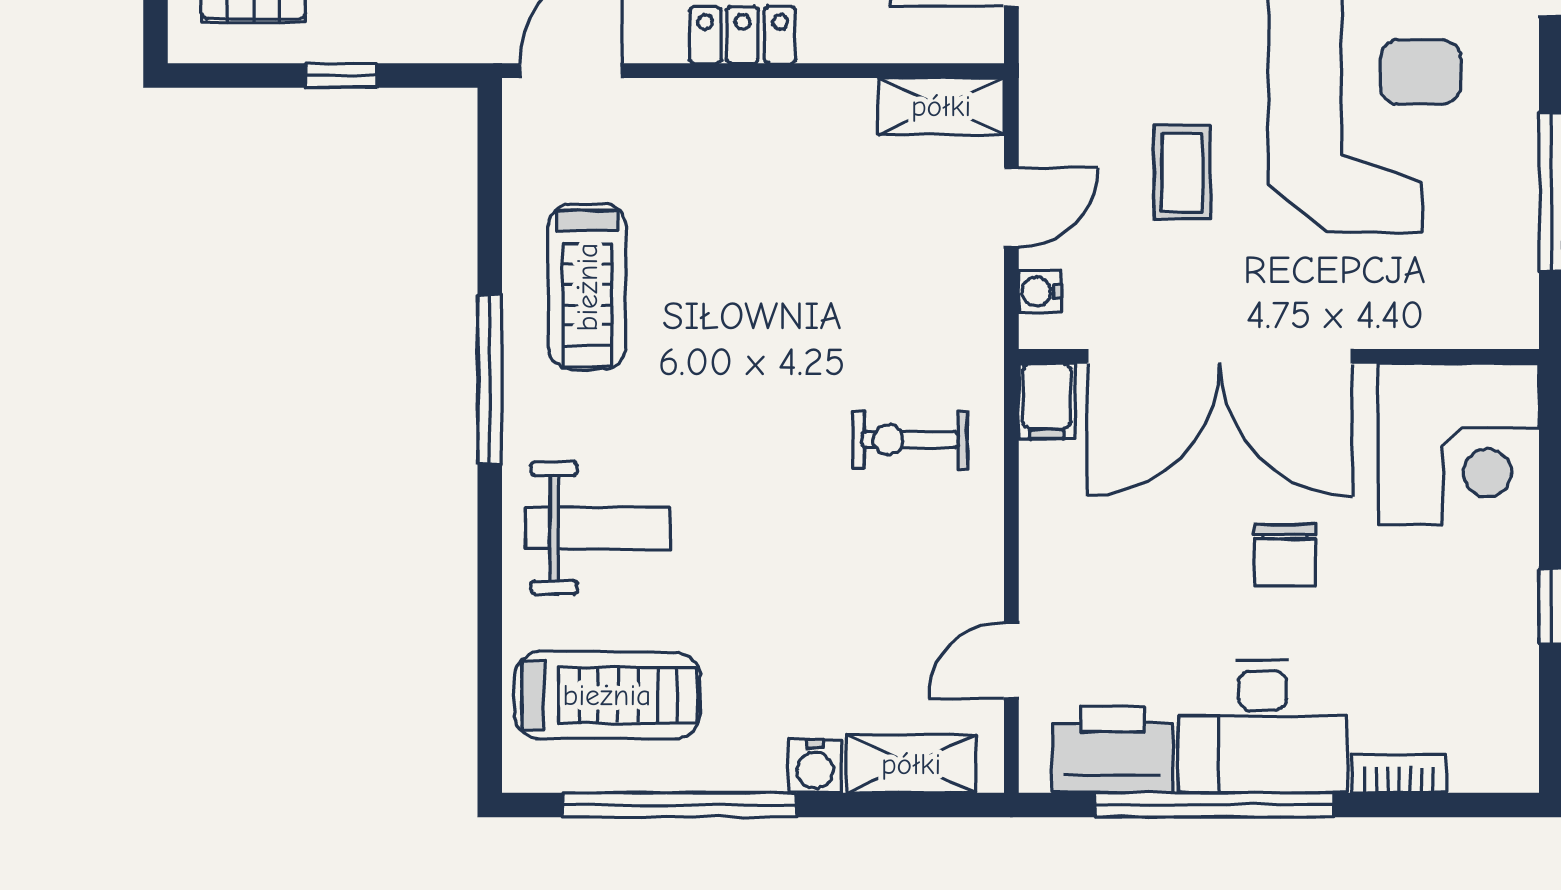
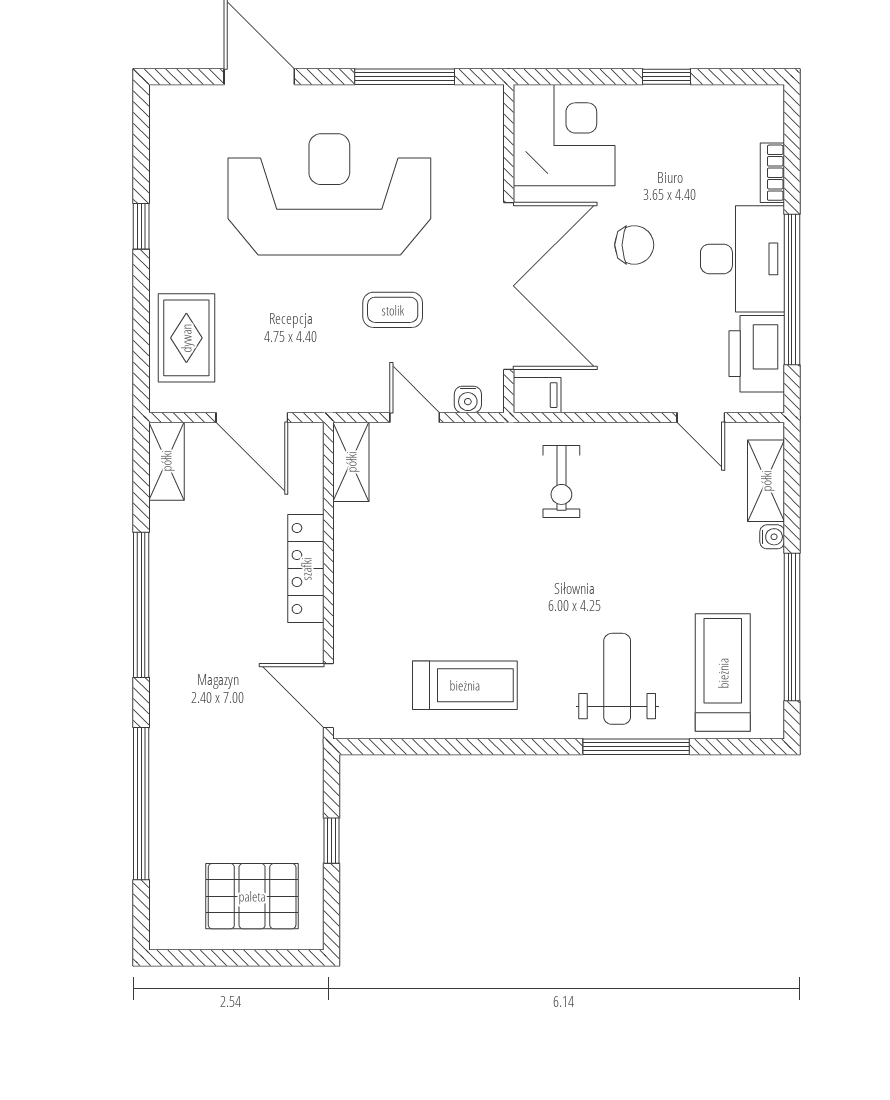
locker: (743, 35) -> (306, 569), width x1.53
window: (490, 380) -> (636, 747), moved
water cooler: (815, 766) -> (772, 537), width x0.72, depth x0.72

